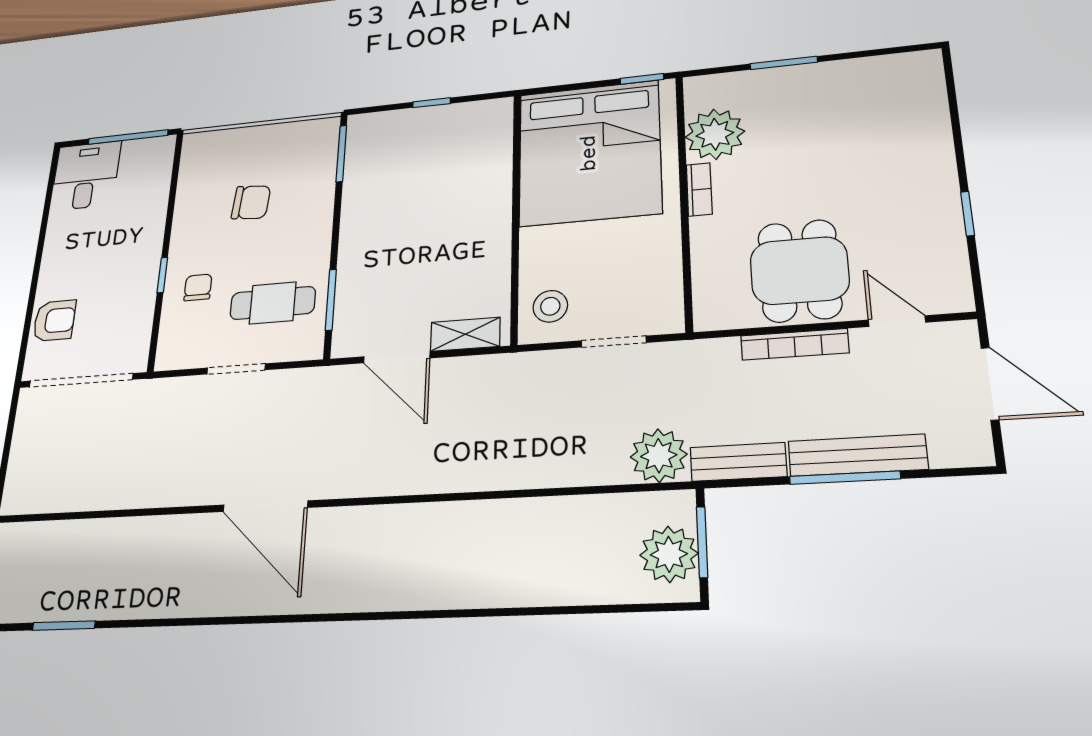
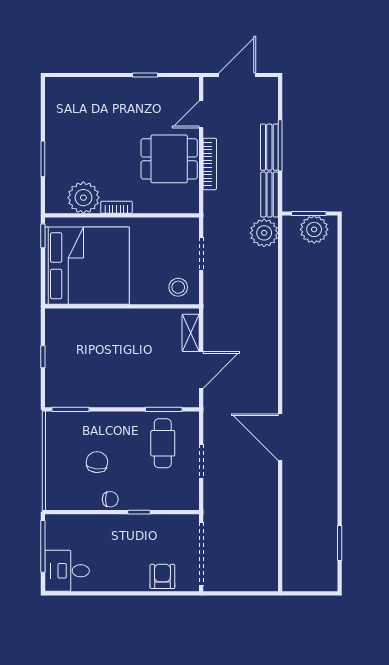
chair: (198, 287) -> (110, 499), moved, turned 180
bench: (857, 455) -> (269, 147), width x0.73
door: (265, 506) -> (280, 437), swing flipped

